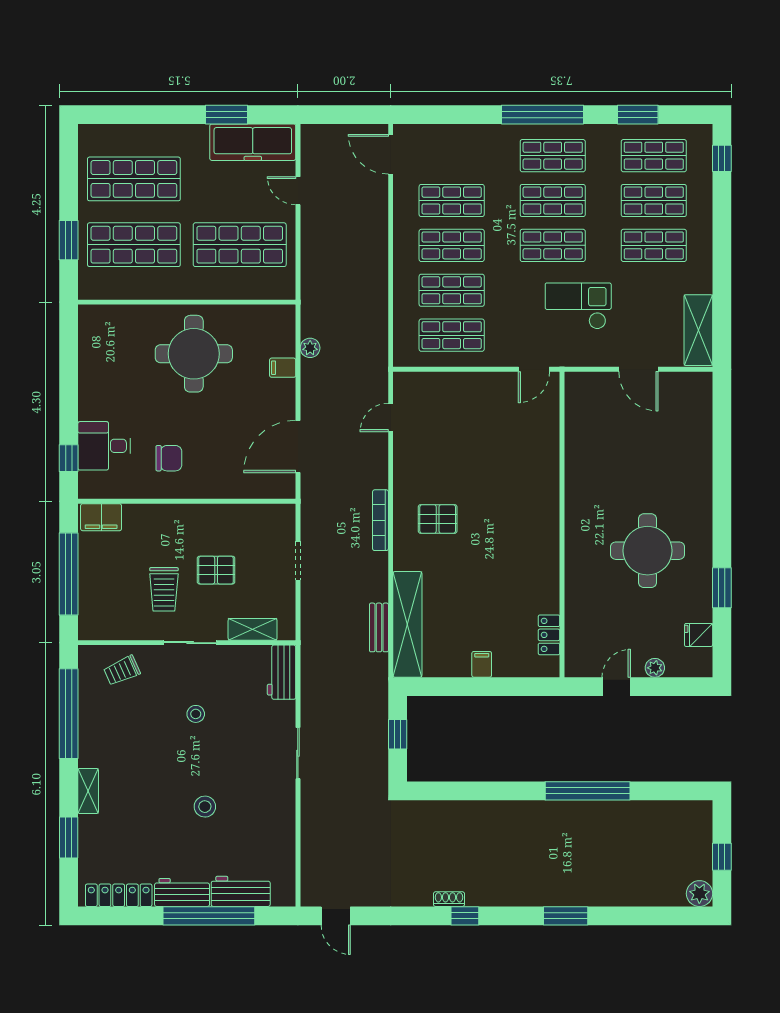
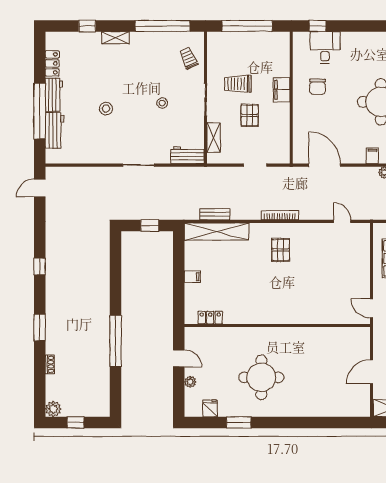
filing cabinet: (101, 517) -> (282, 90), moved
window: (69, 837) -> (87, 26), width x0.67
locker: (119, 895) -> (52, 63), width x0.66
shoe rack: (449, 899) -> (50, 364), moved

